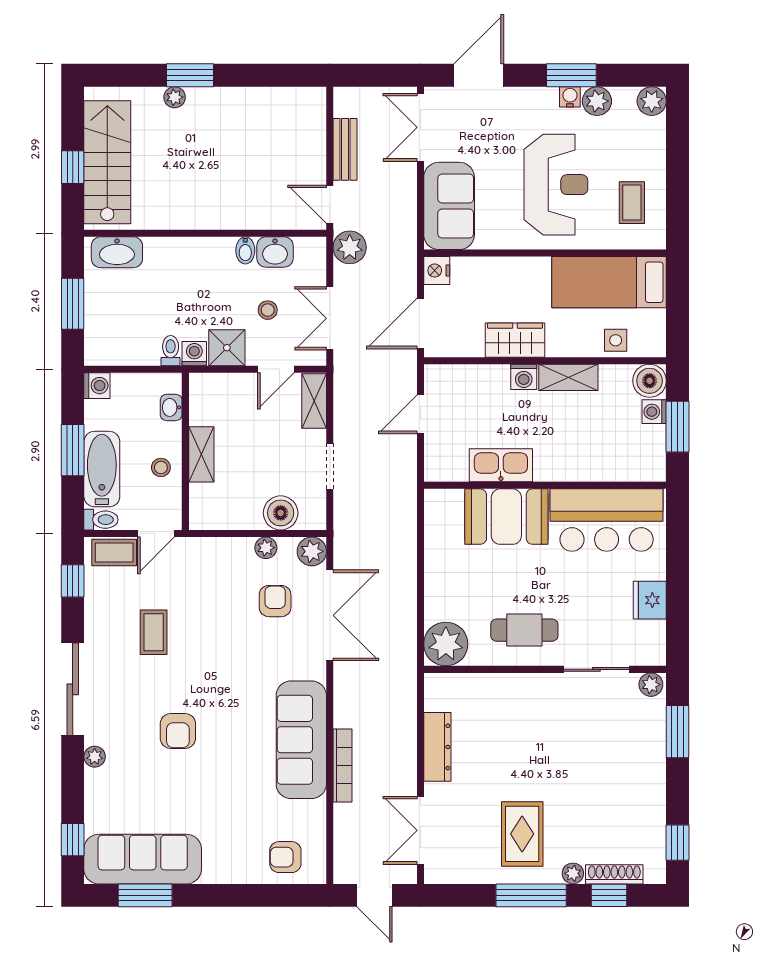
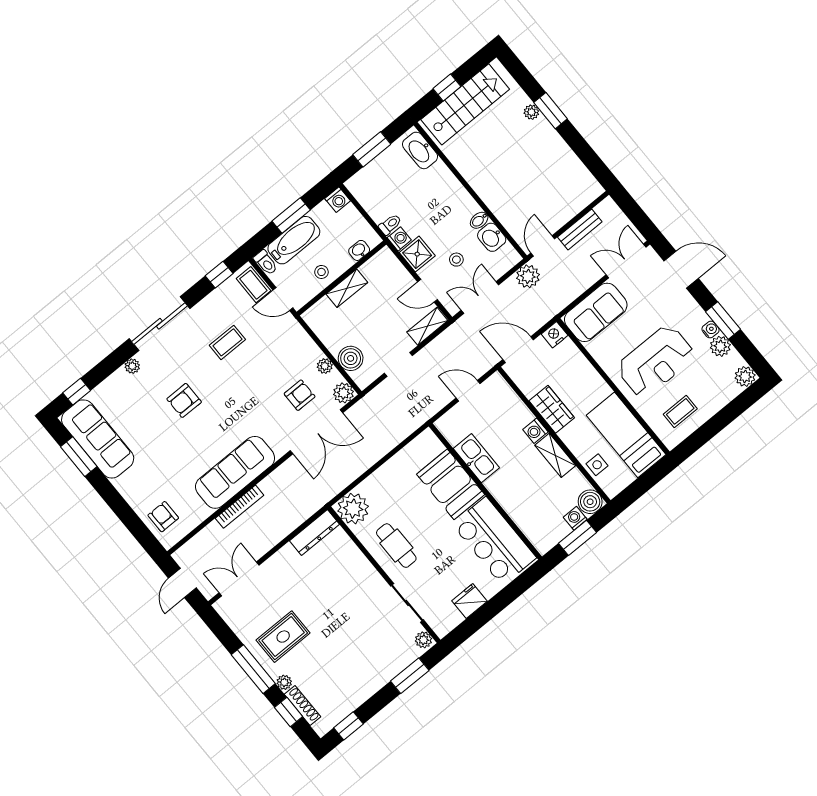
dresser: (437, 747) -> (314, 533), moved

